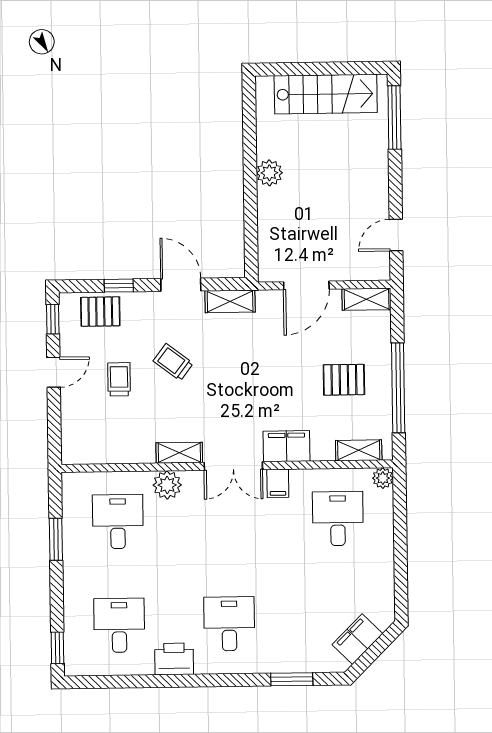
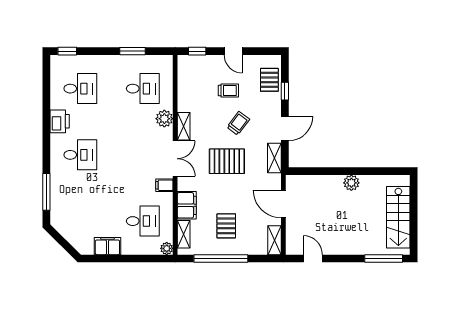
window: (53, 319) -> (197, 51), moved
pallet: (236, 380) -> (227, 161), added
filing cabinet: (287, 446) -> (187, 205), moved
double door: (233, 466) -> (175, 159), swing flipped
filing cabinet: (357, 639) -> (107, 246), moved, turned -45
window: (292, 679) -> (46, 192), width x1.44

